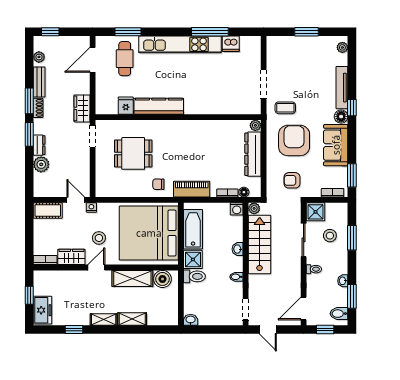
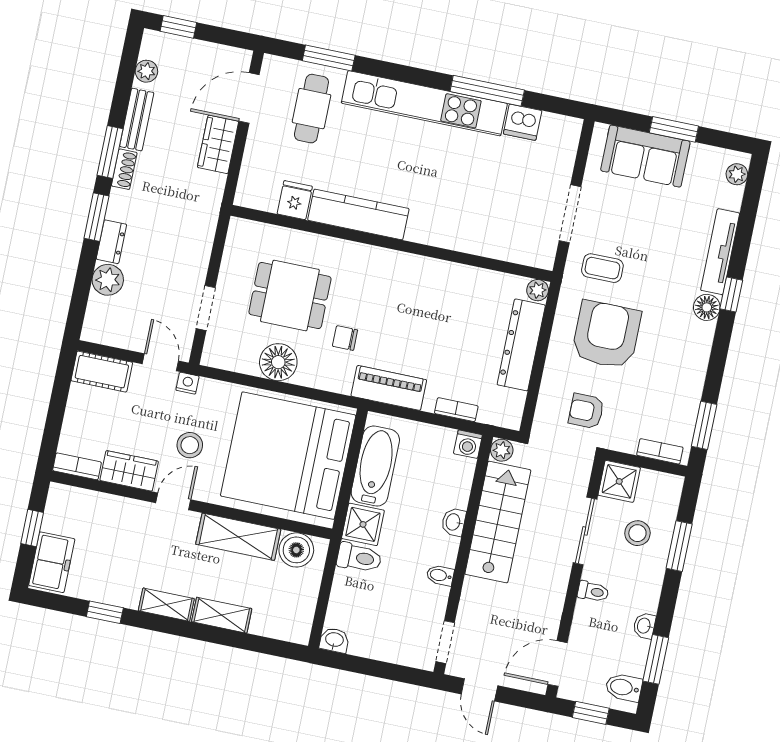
wardrobe: (82, 108) -> (218, 144), moved
doorway: (93, 136) -> (206, 308), moved
sofa: (336, 145) -> (645, 156), moved, turned -90
chair: (158, 184) -> (345, 338), moved
floor lamp: (244, 192) -> (278, 362), moved, width x1.89, depth x1.89

